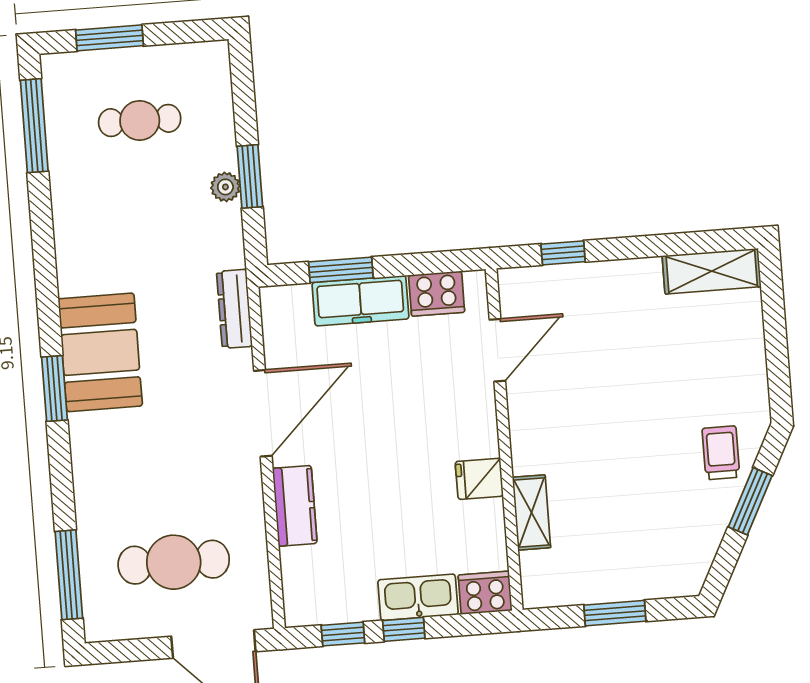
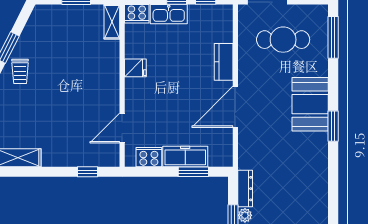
dresser: (234, 309) -> (245, 189), moved
booth: (100, 352) -> (310, 104), moved
shelving: (532, 512) -> (112, 22), moved

